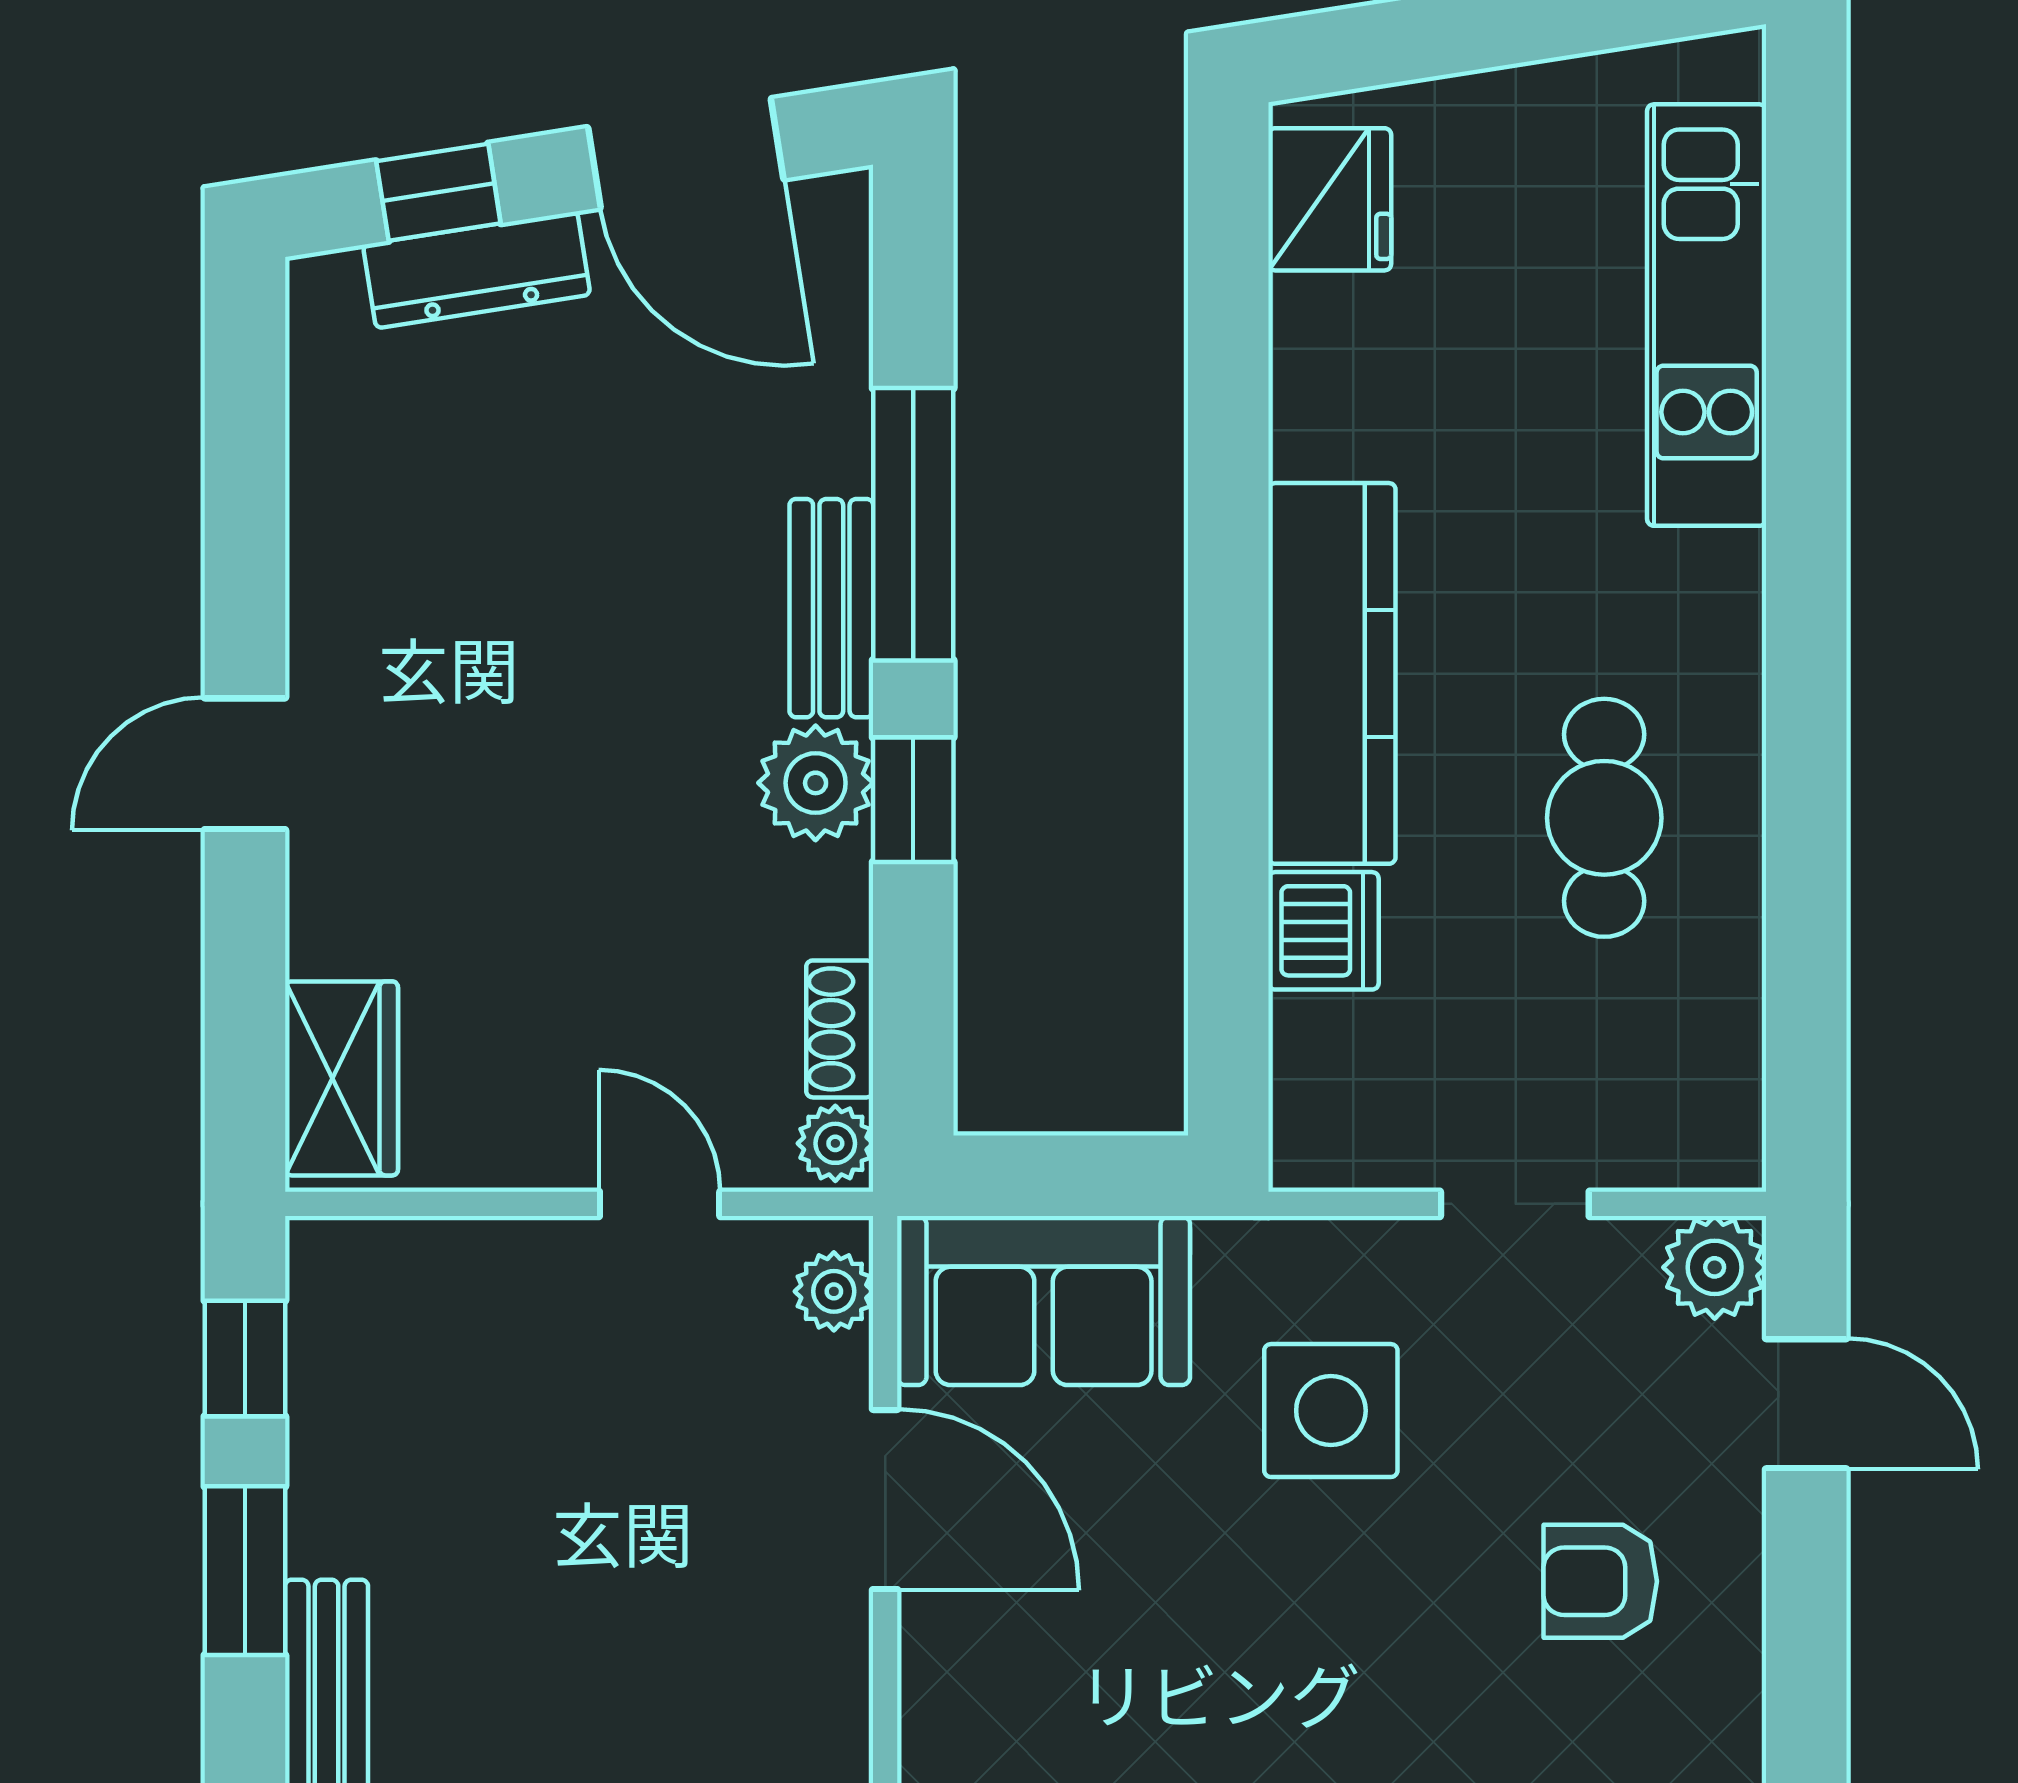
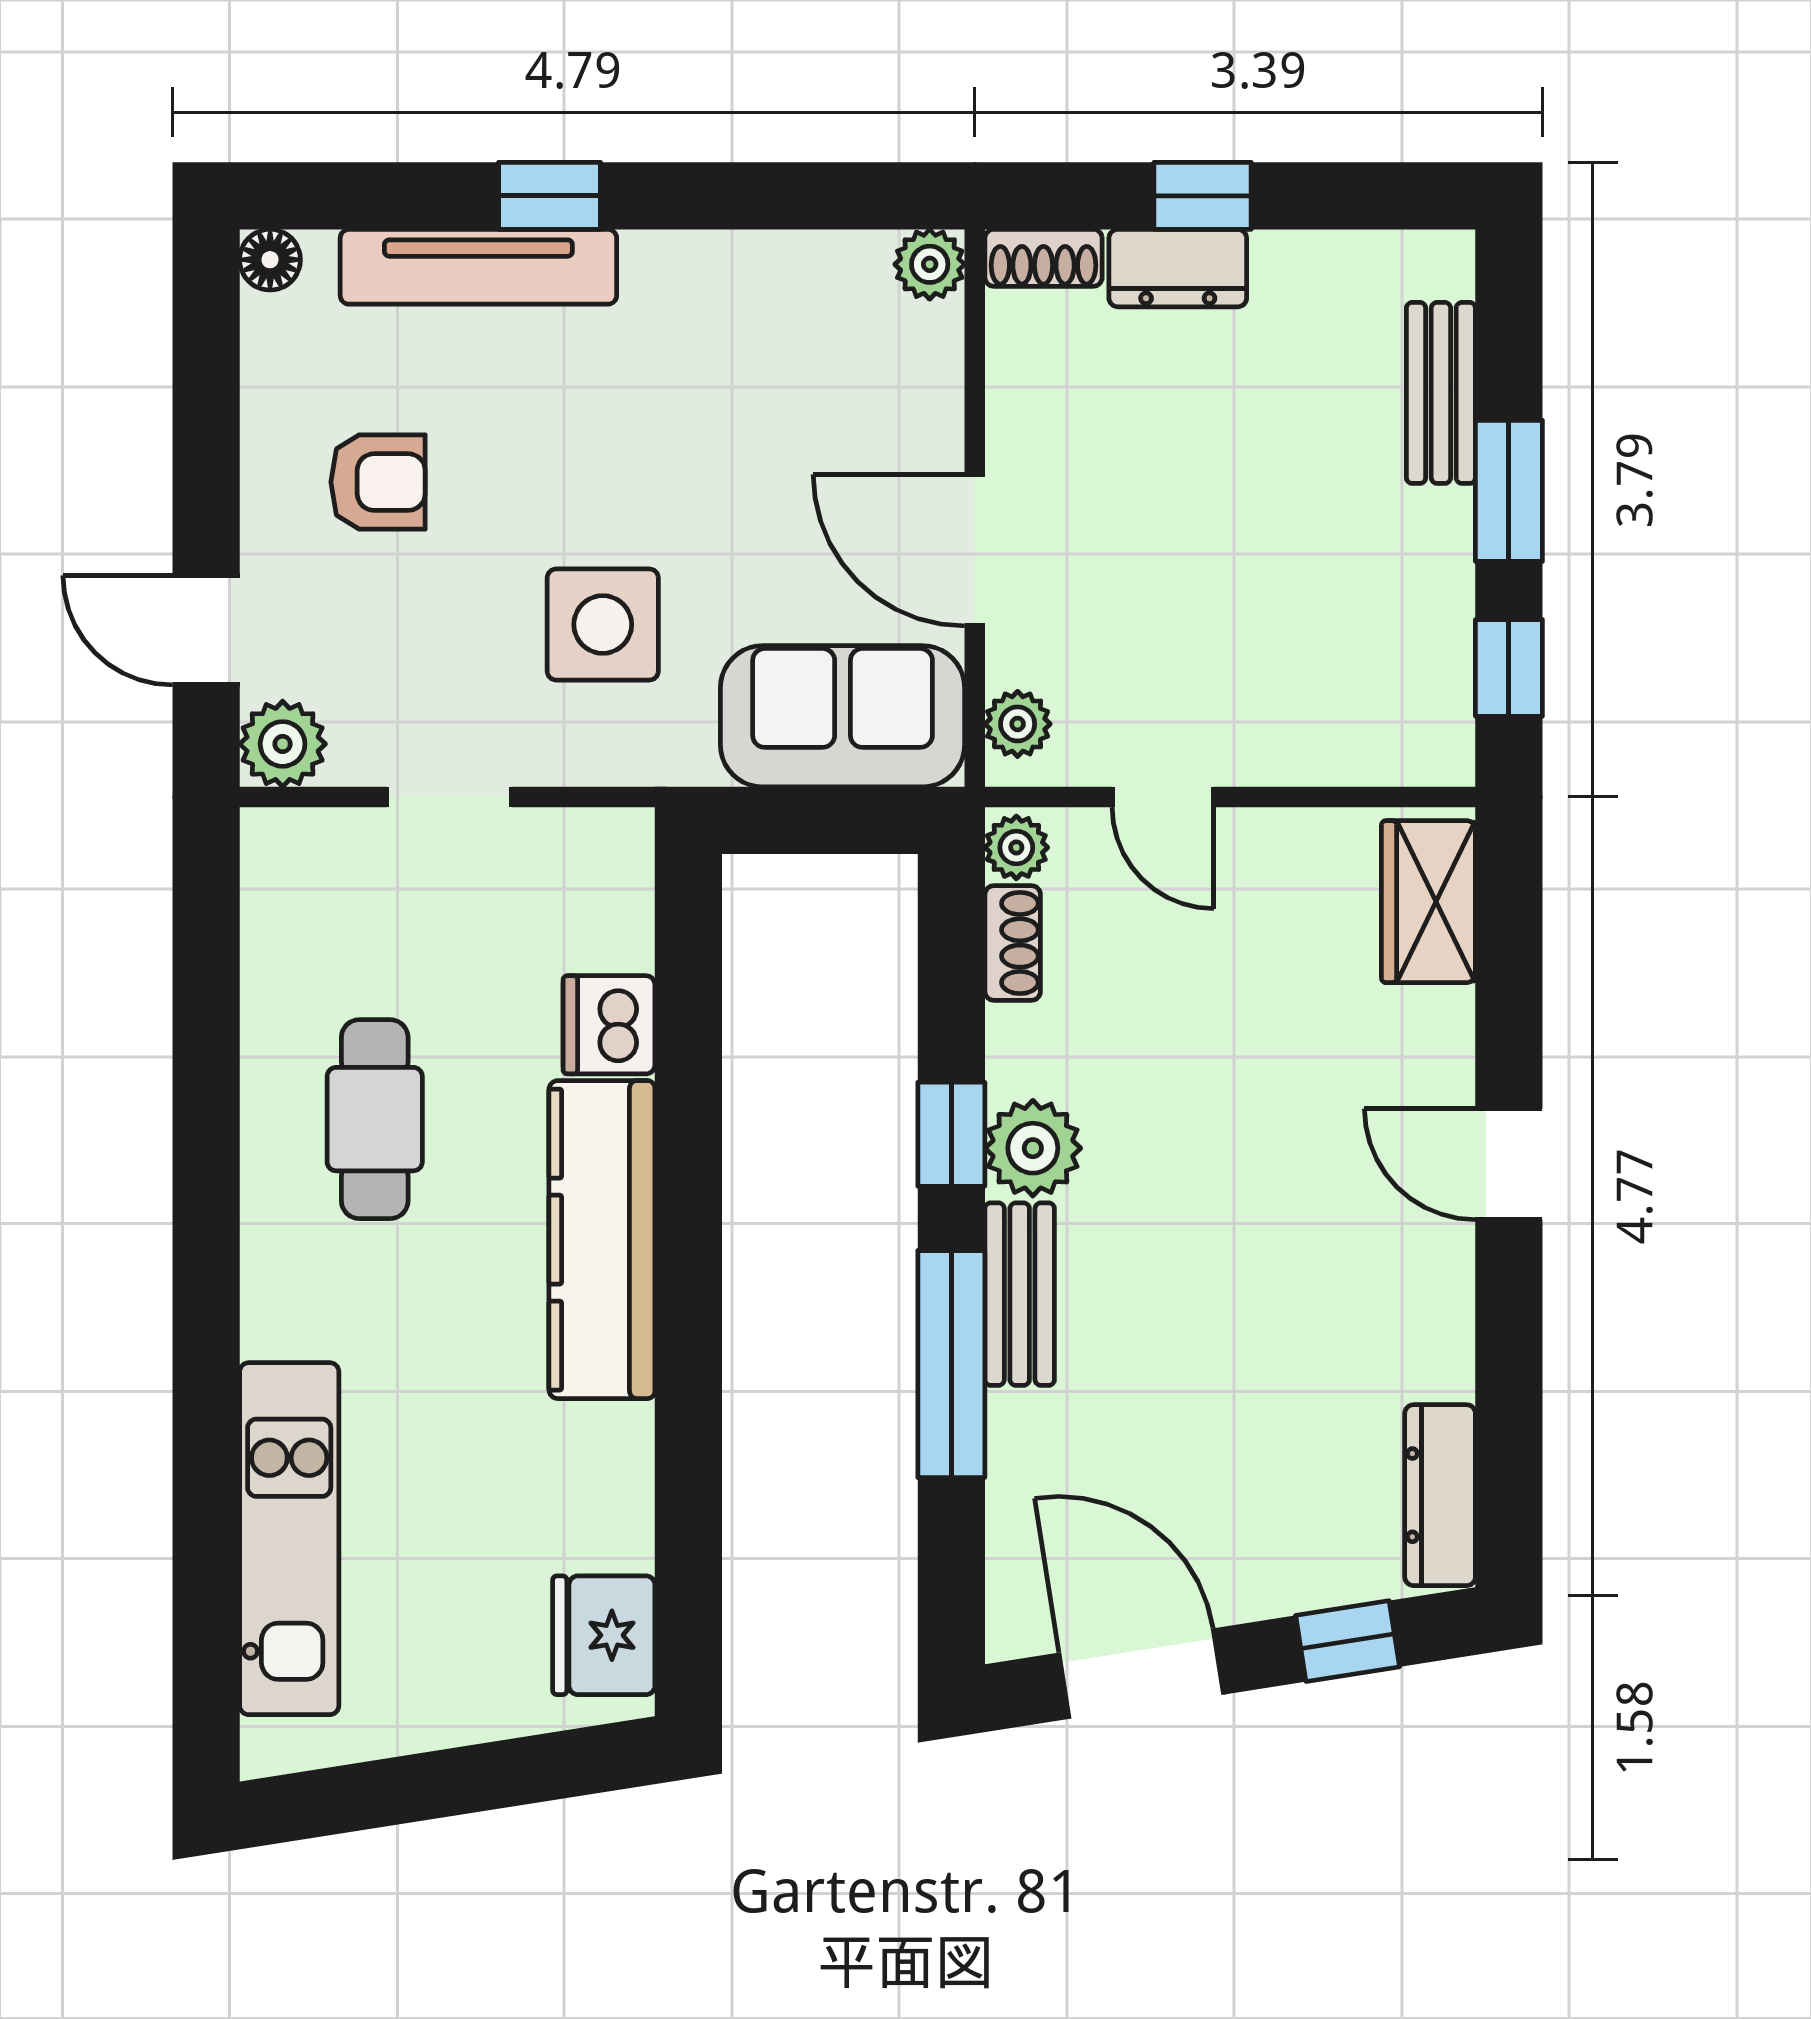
dresser: (477, 270) -> (1440, 1495), moved, turned -81
door: (245, 764) -> (1509, 1164), swing flipped

